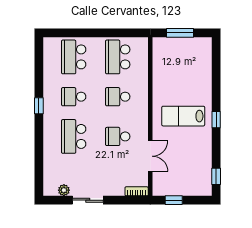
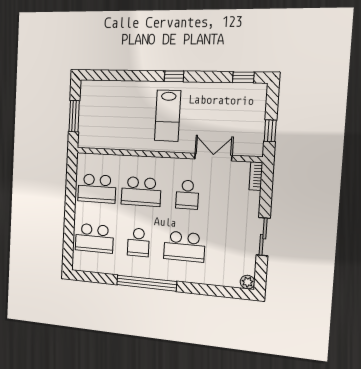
school desk: (118, 97) -> (141, 191), width x1.85
window: (39, 106) -> (147, 283), width x3.17
plant: (64, 190) -> (247, 282), moved

